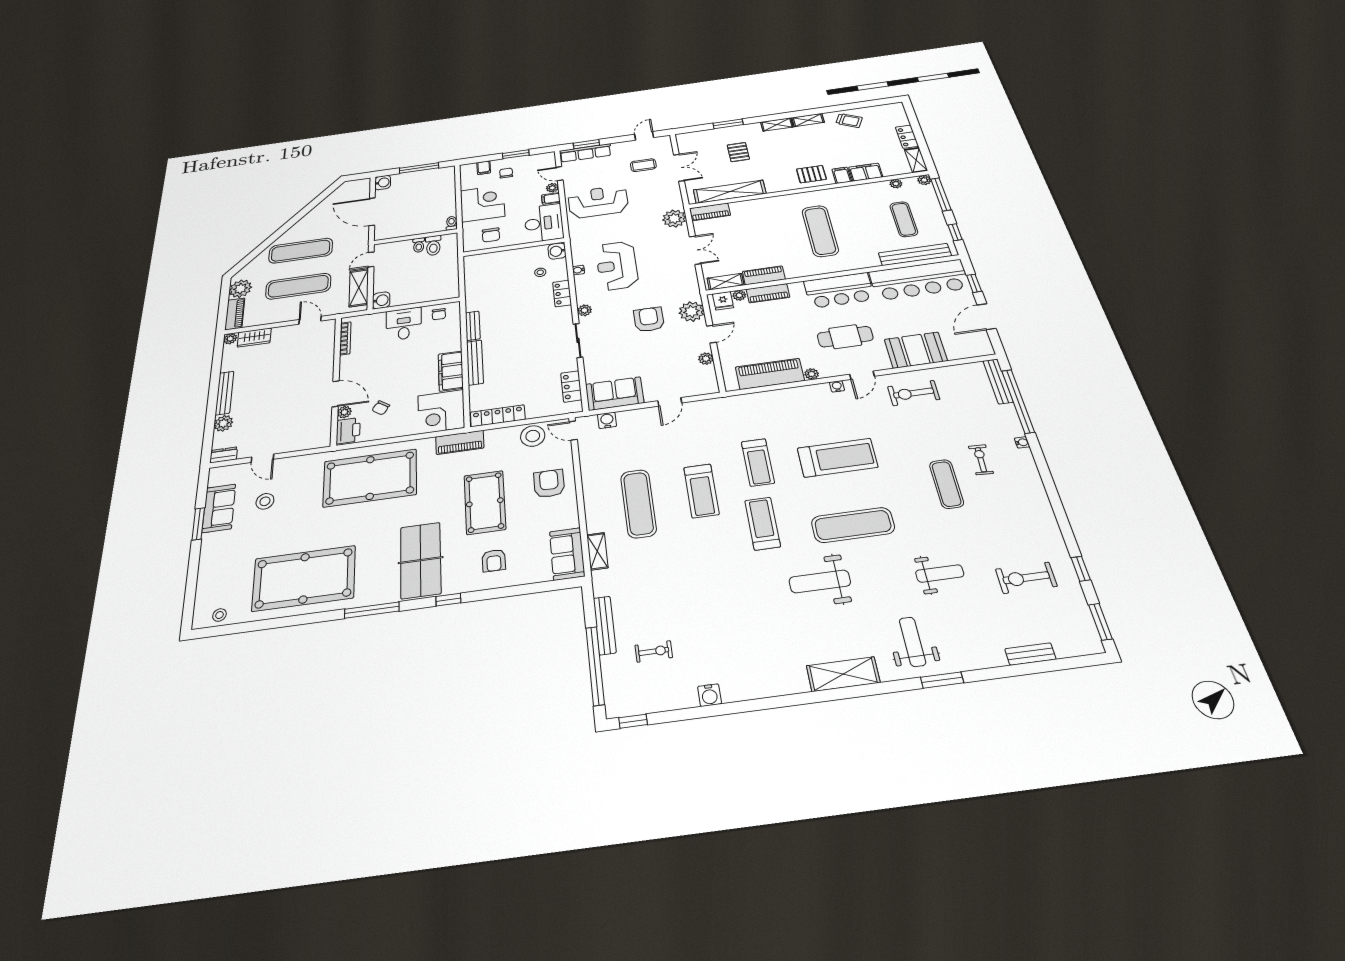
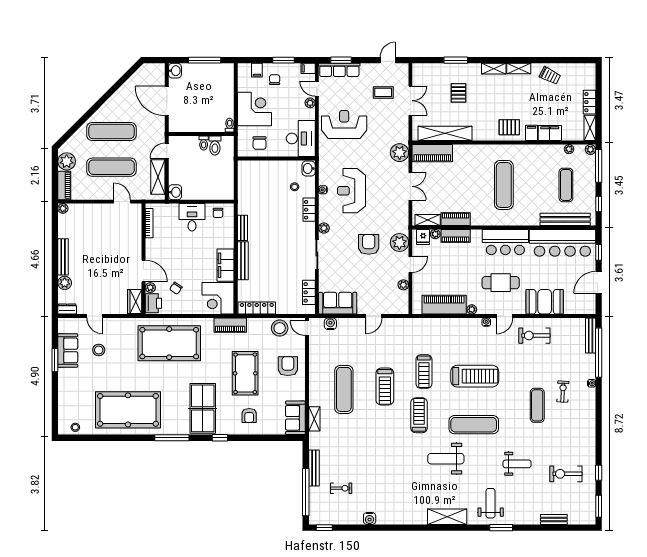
filing cabinet: (551, 199) -> (308, 68), moved
piano: (710, 212) -> (432, 153), width x1.37, depth x1.33
wardrobe: (254, 337) -> (135, 301), moved, turned 90

